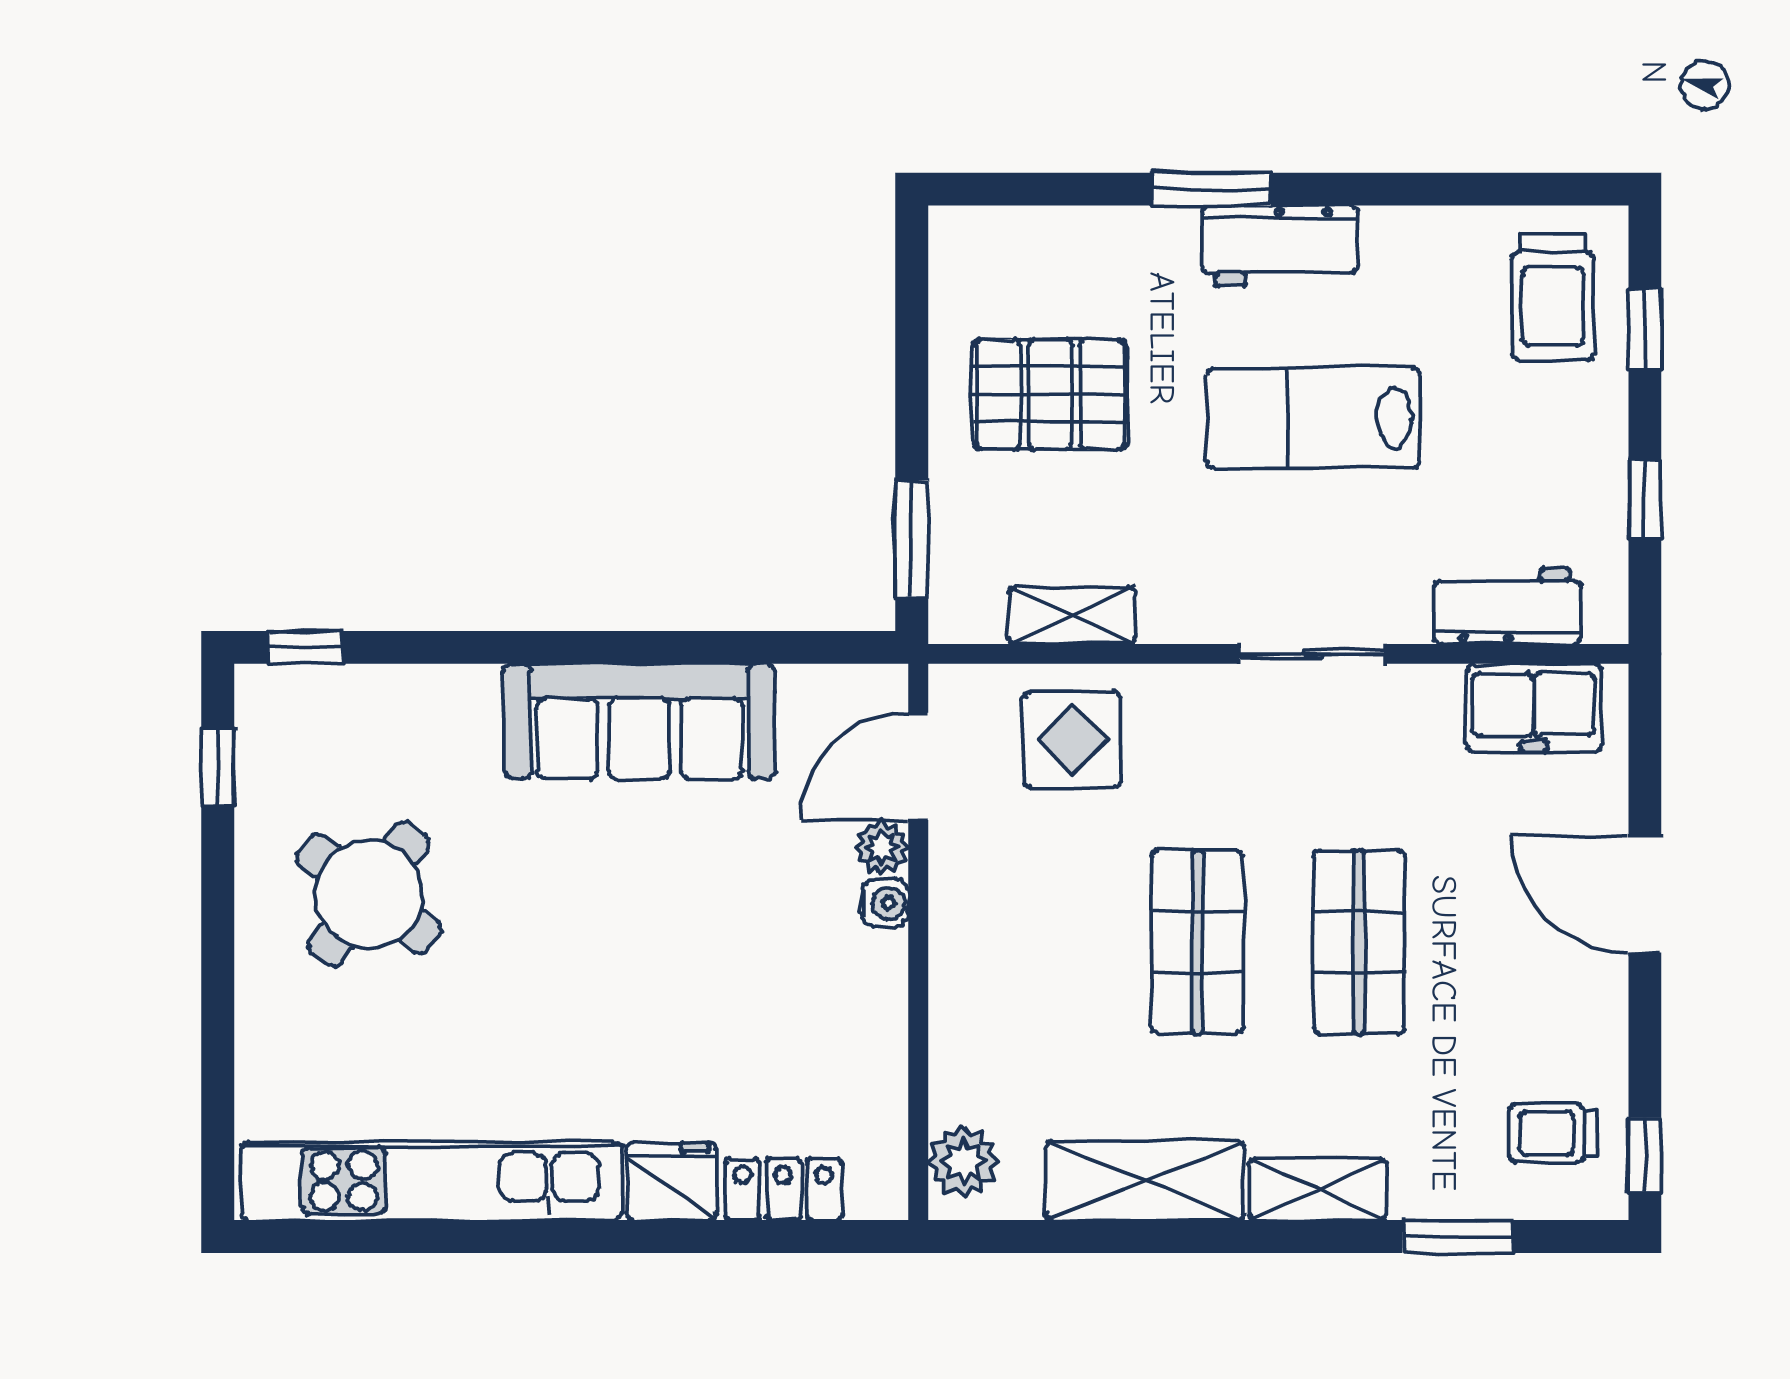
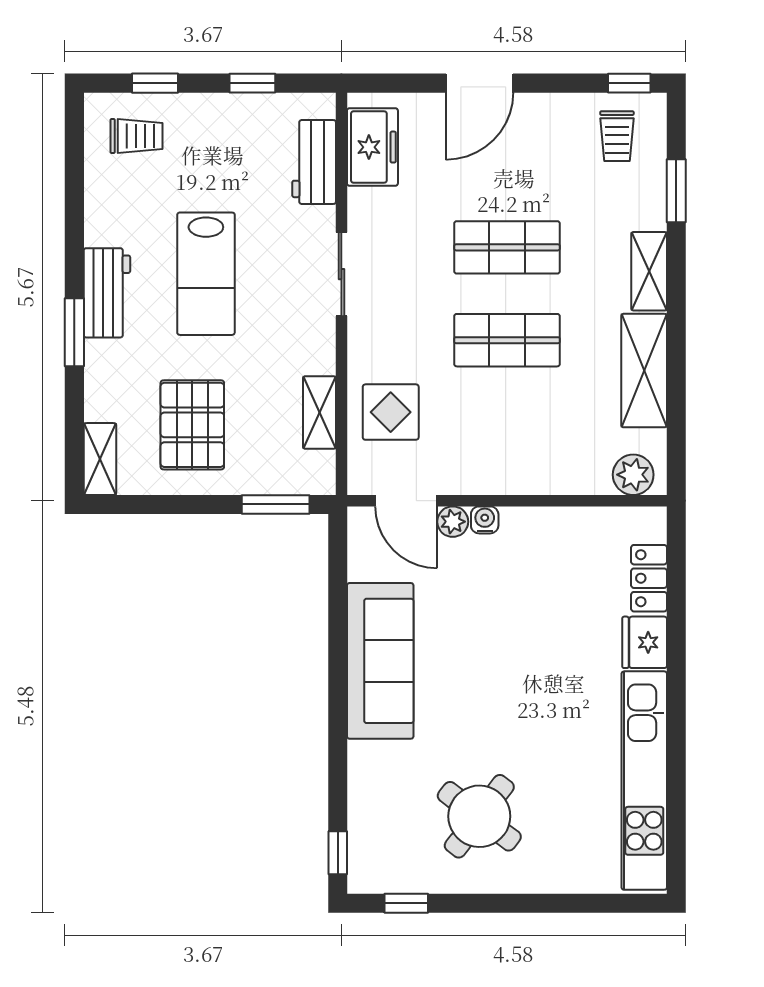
shelving: (991, 234) -> (100, 459), added
trolley: (1553, 297) -> (137, 136), width x0.73, depth x0.72

